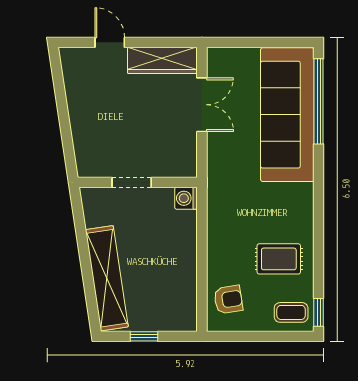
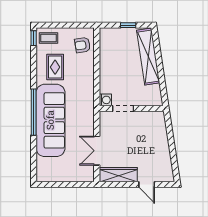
window: (319, 101) -> (34, 112), moved
sofa: (287, 115) -> (50, 120), moved
doorway: (132, 182) -> (123, 108), moved
rug: (279, 259) -> (55, 67), turned 90

